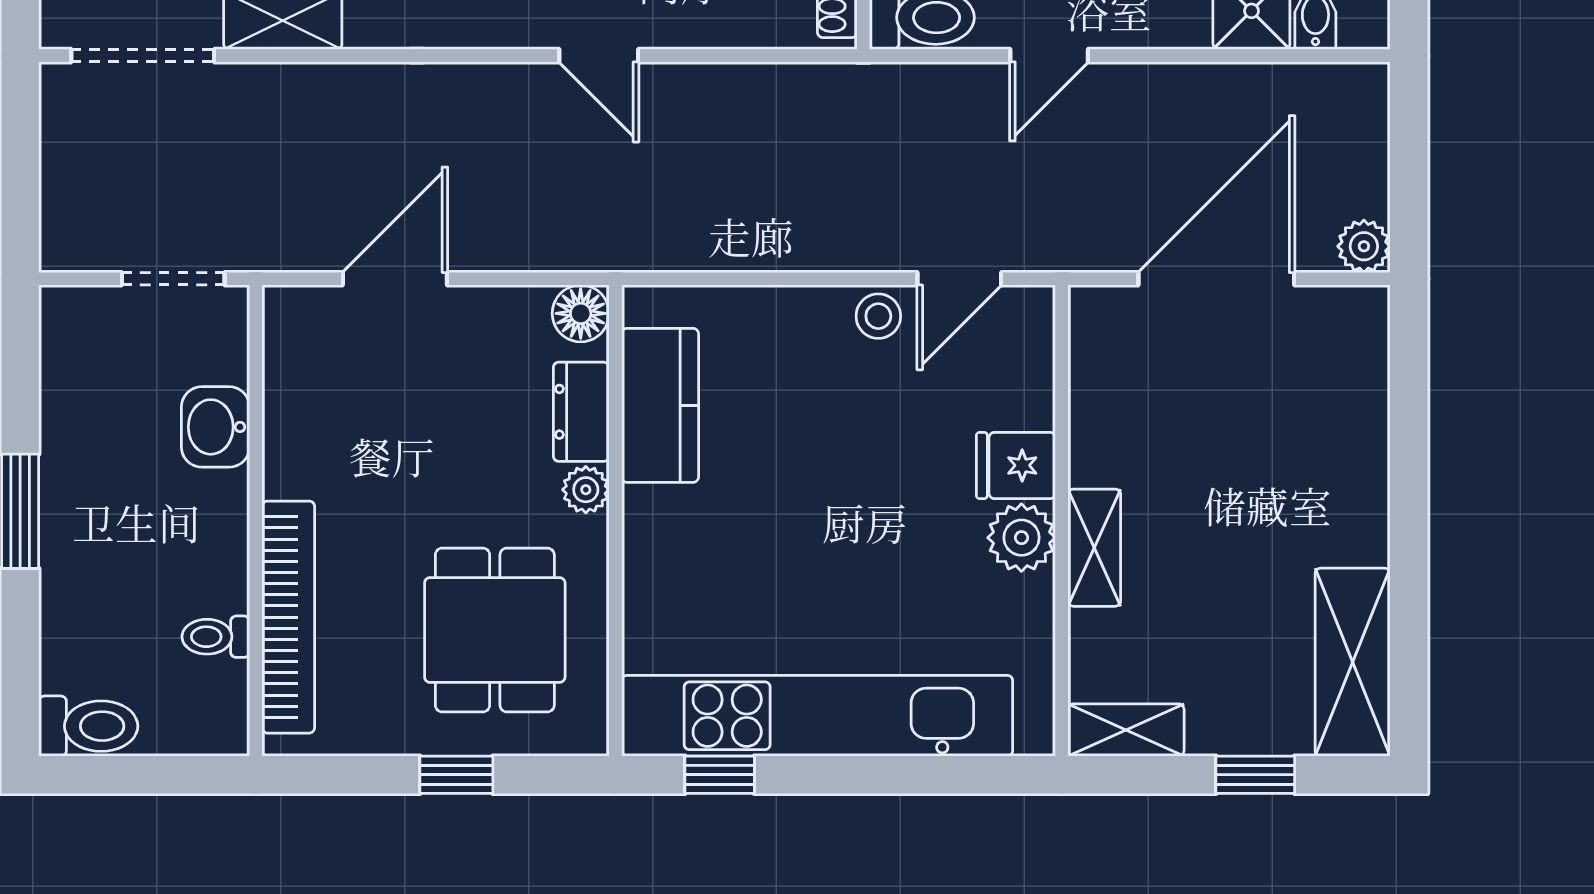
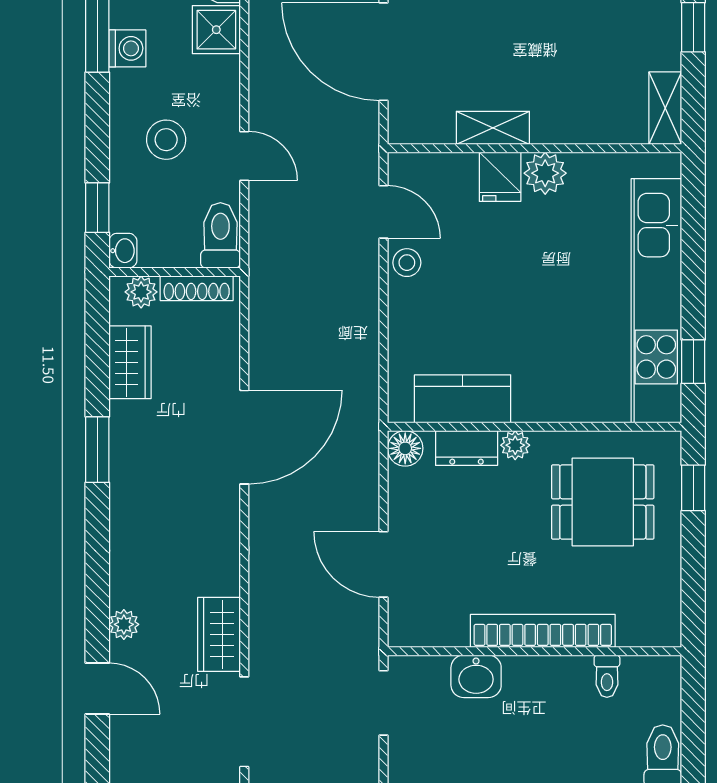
door: (599, 56) -> (244, 437), width x1.88
shelving: (1094, 548) -> (493, 128), moved
bookcase: (288, 617) -> (543, 631), moved
window: (456, 775) -> (693, 488), moved

